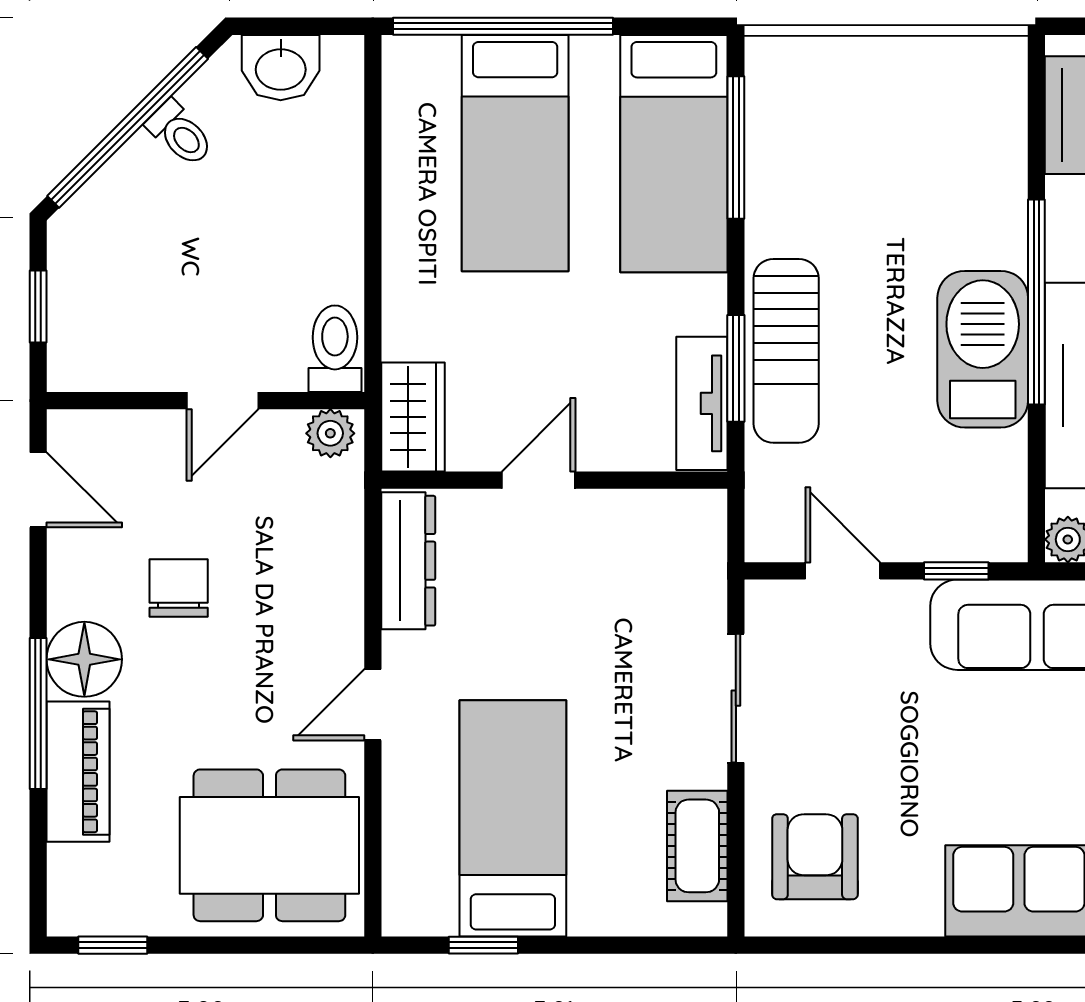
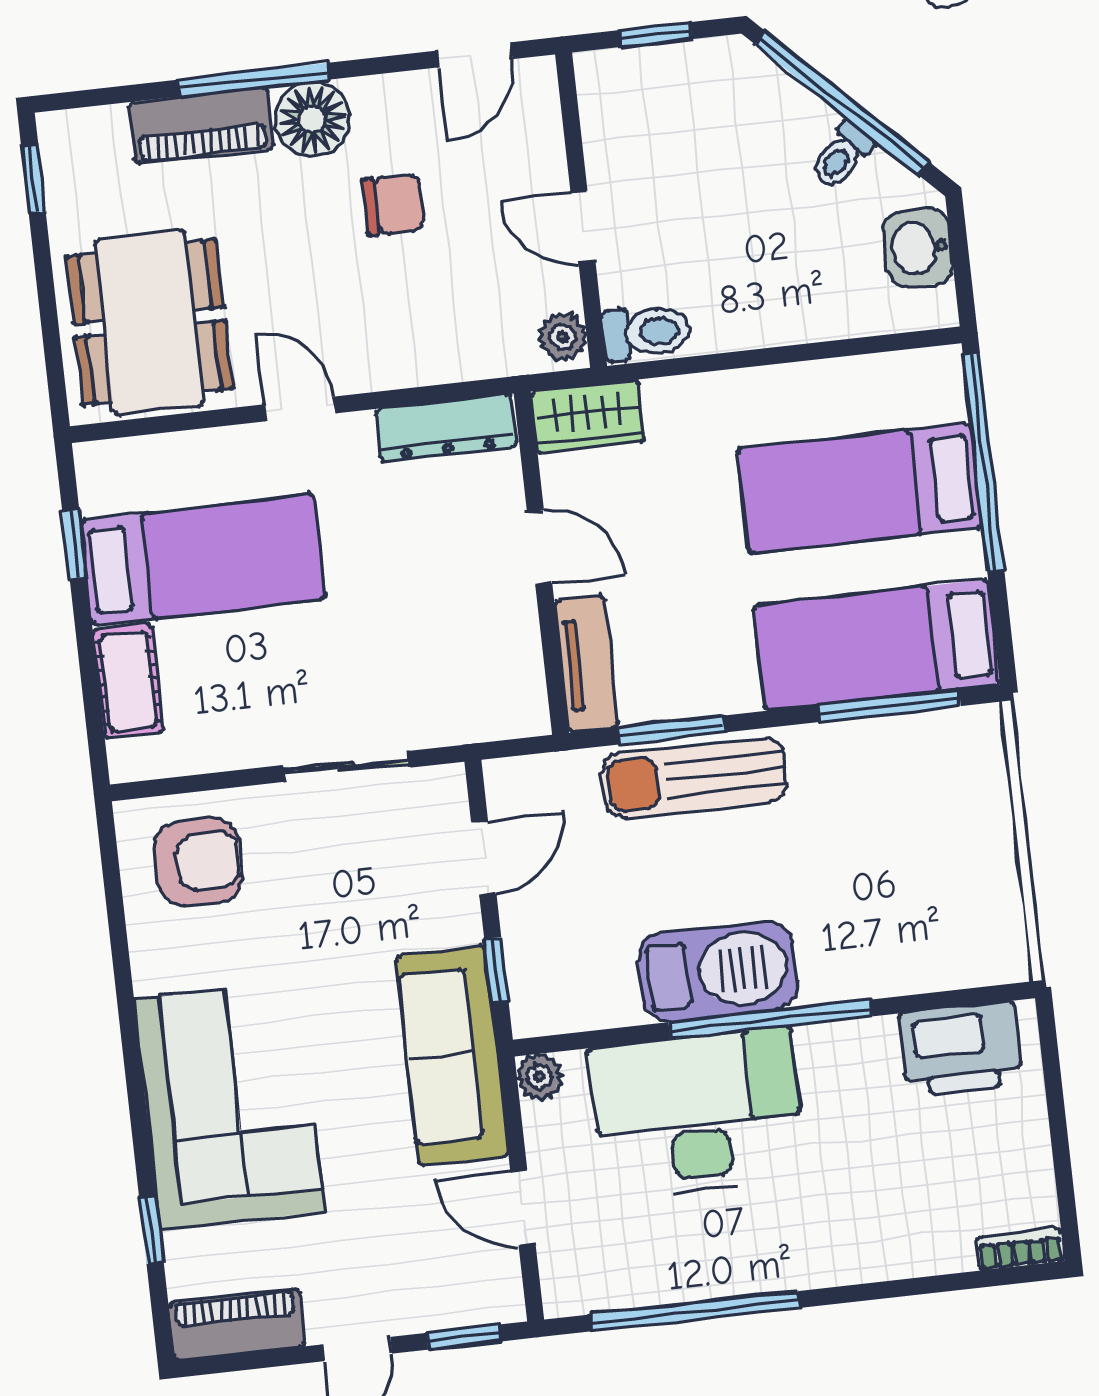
tv unit: (702, 403) -> (587, 664), moved, turned 90
cot: (697, 846) -> (128, 681), moved, turned 90

